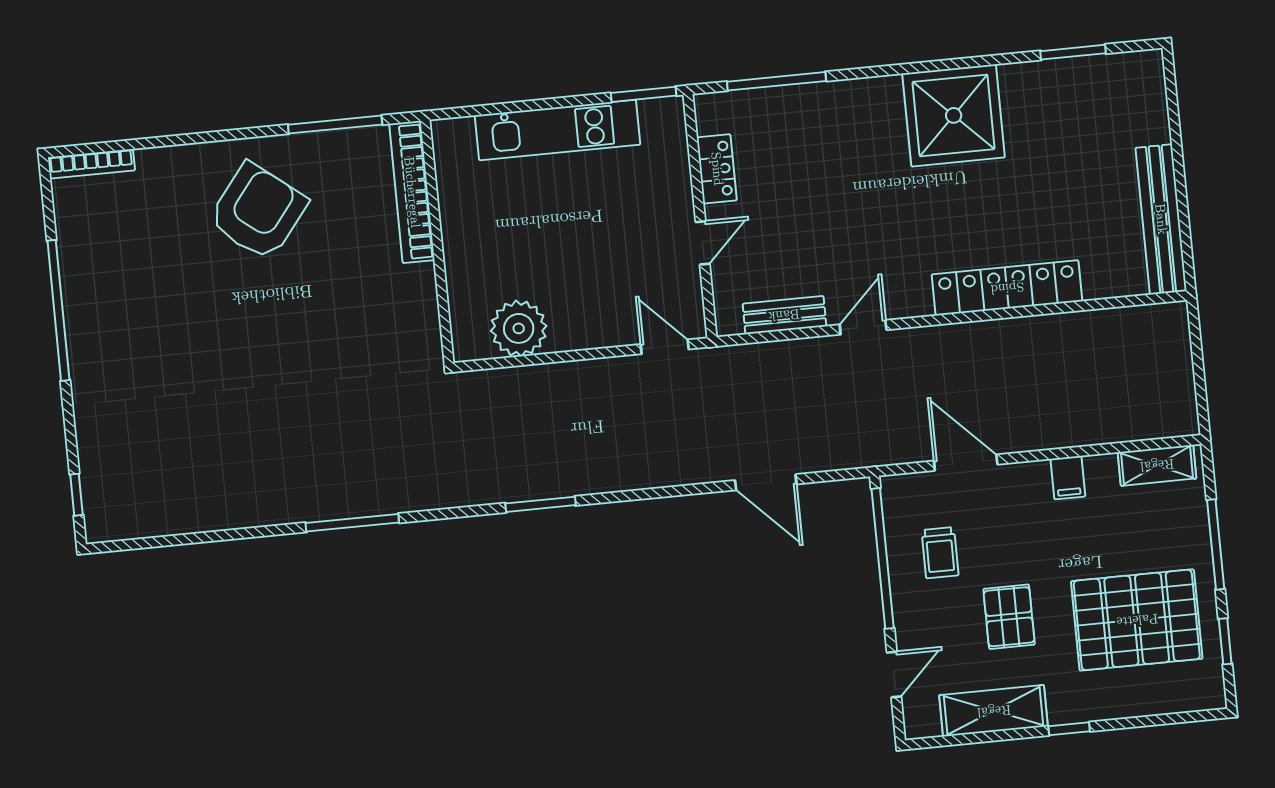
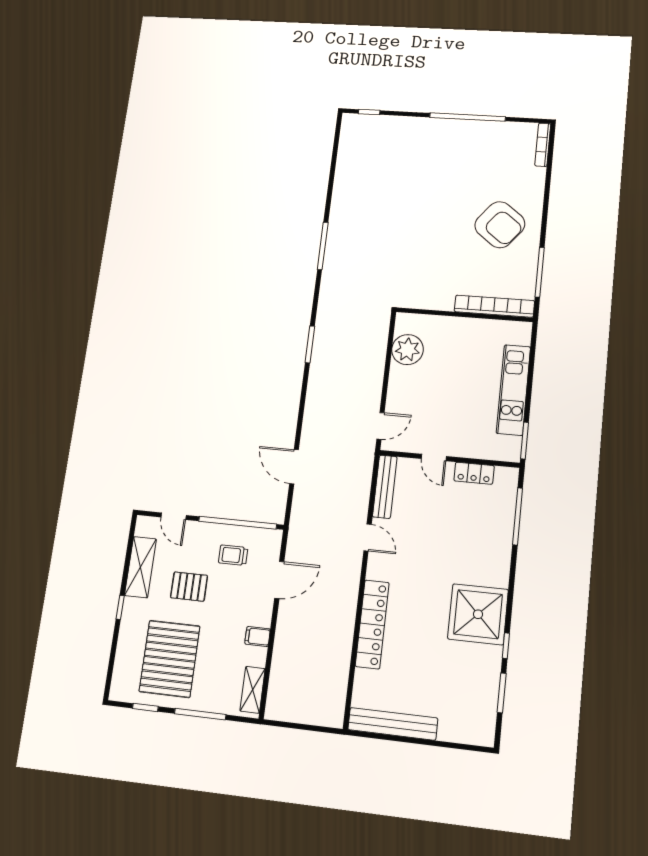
window: (995, 60) -> (506, 646), added
bench: (784, 315) -> (385, 487), width x1.36
door: (766, 482) -> (294, 467), hinge flipped

